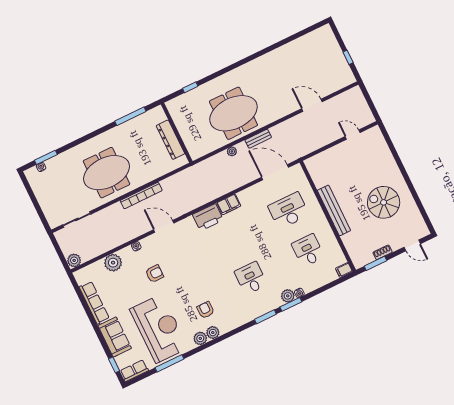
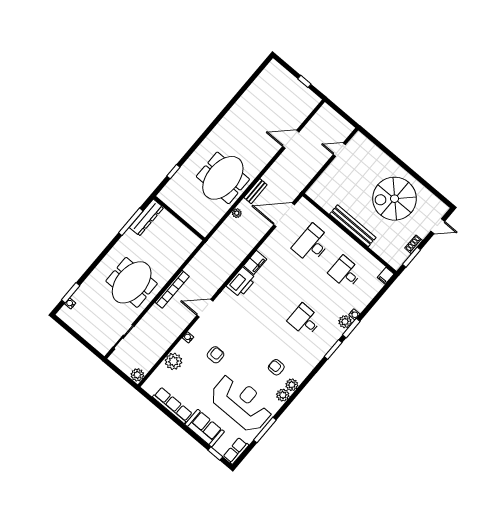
dresser: (170, 140) -> (146, 218), moved, turned -90
spiral stairs: (384, 202) -> (395, 199), width x1.37, depth x1.37

